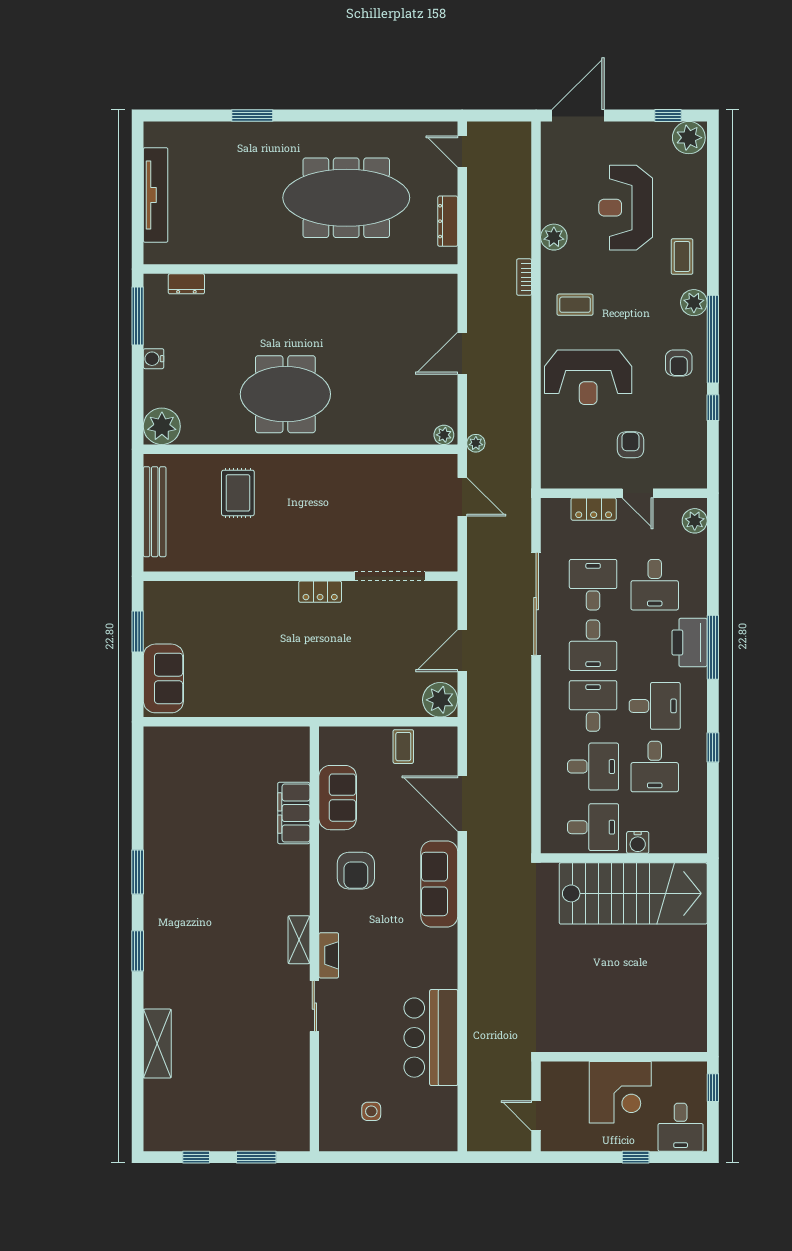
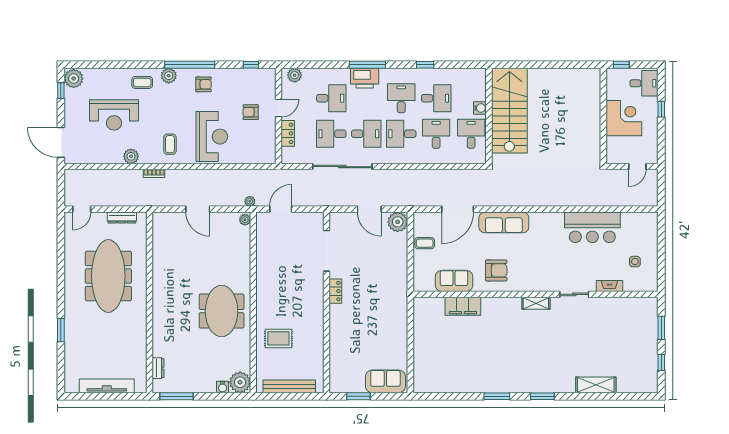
water cooler: (154, 359) -> (223, 387), moved
window: (713, 408) -> (251, 65), moved
fireplace: (329, 955) -> (609, 286), moved

